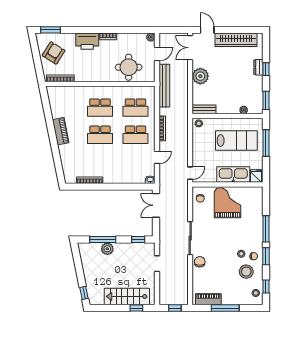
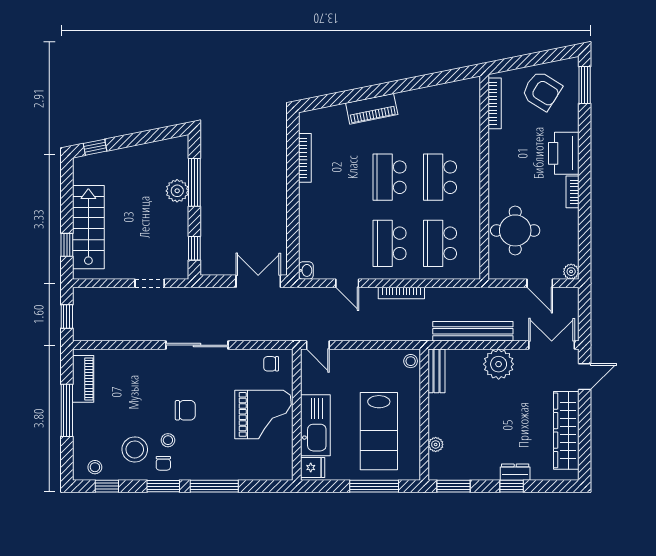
bench: (164, 86) -> (473, 331), moved
piano: (61, 131) -> (372, 109), moved
chair: (200, 262) -> (185, 410), moved

